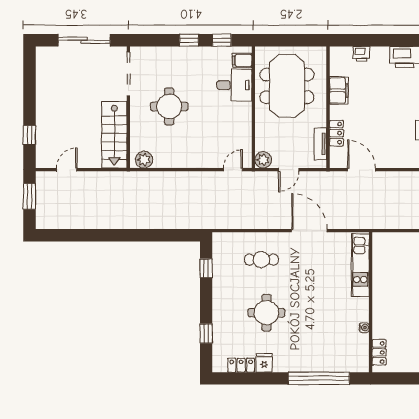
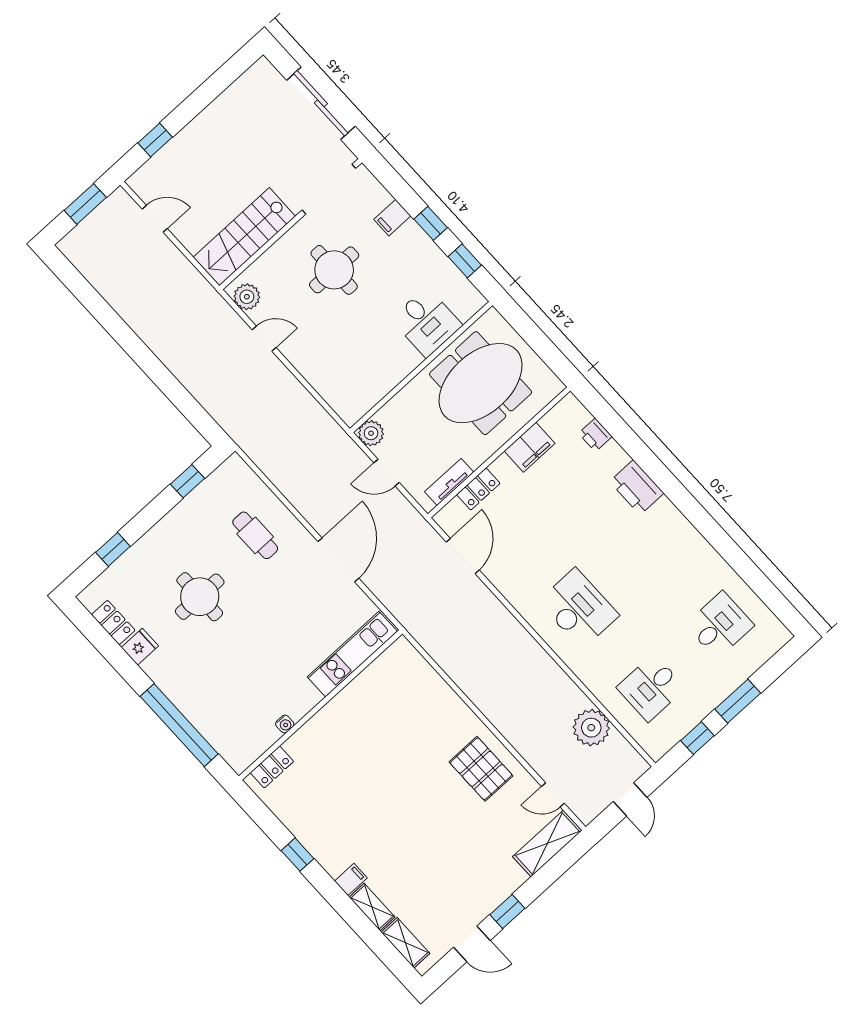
filing cabinet: (242, 60) -> (392, 218), moved, turned -90
door: (233, 170) -> (264, 339), moved

